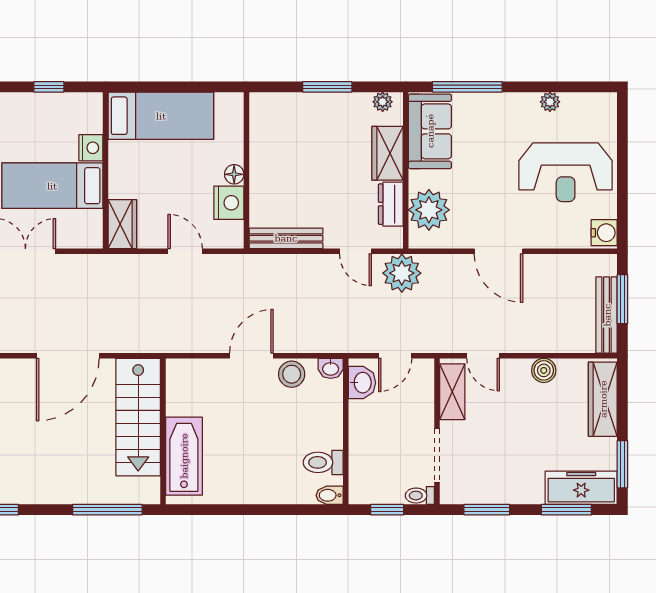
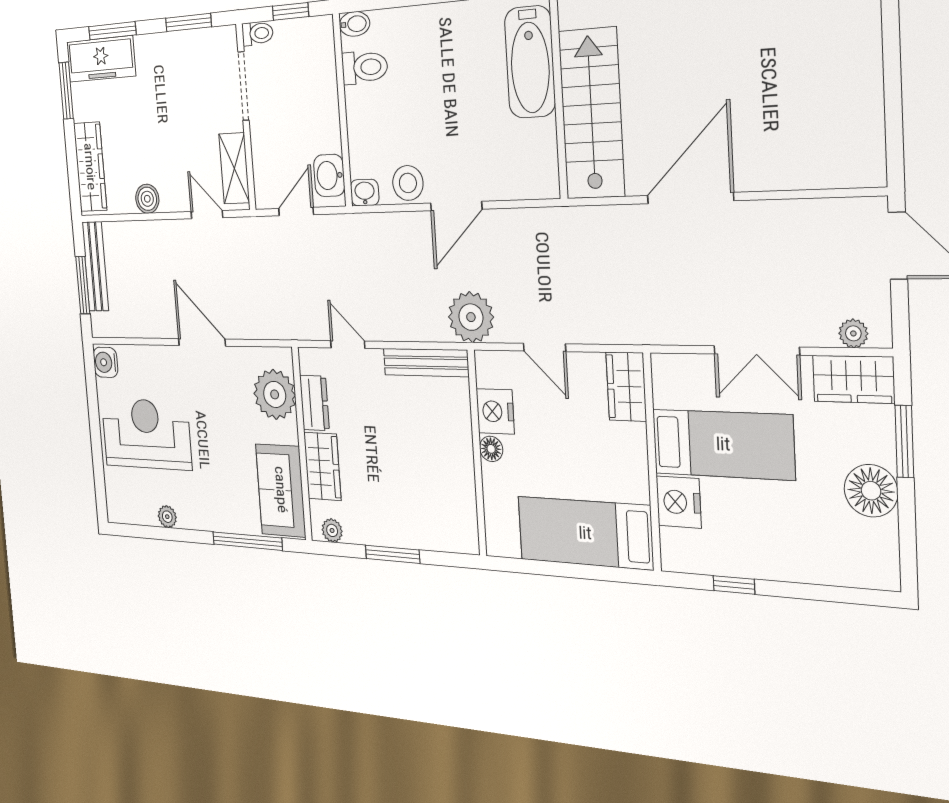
nightstand: (91, 148) -> (679, 502), width x1.36, depth x1.33
plant: (402, 273) -> (471, 317), moved

